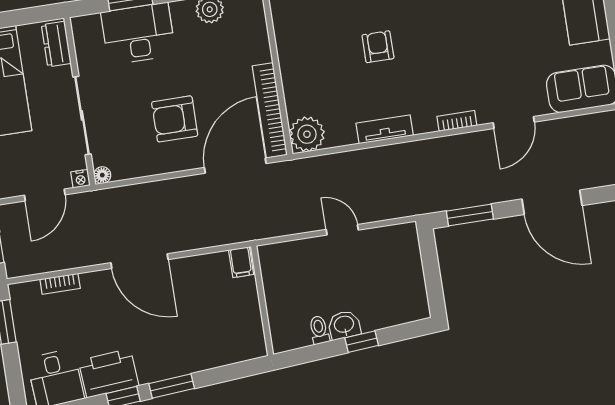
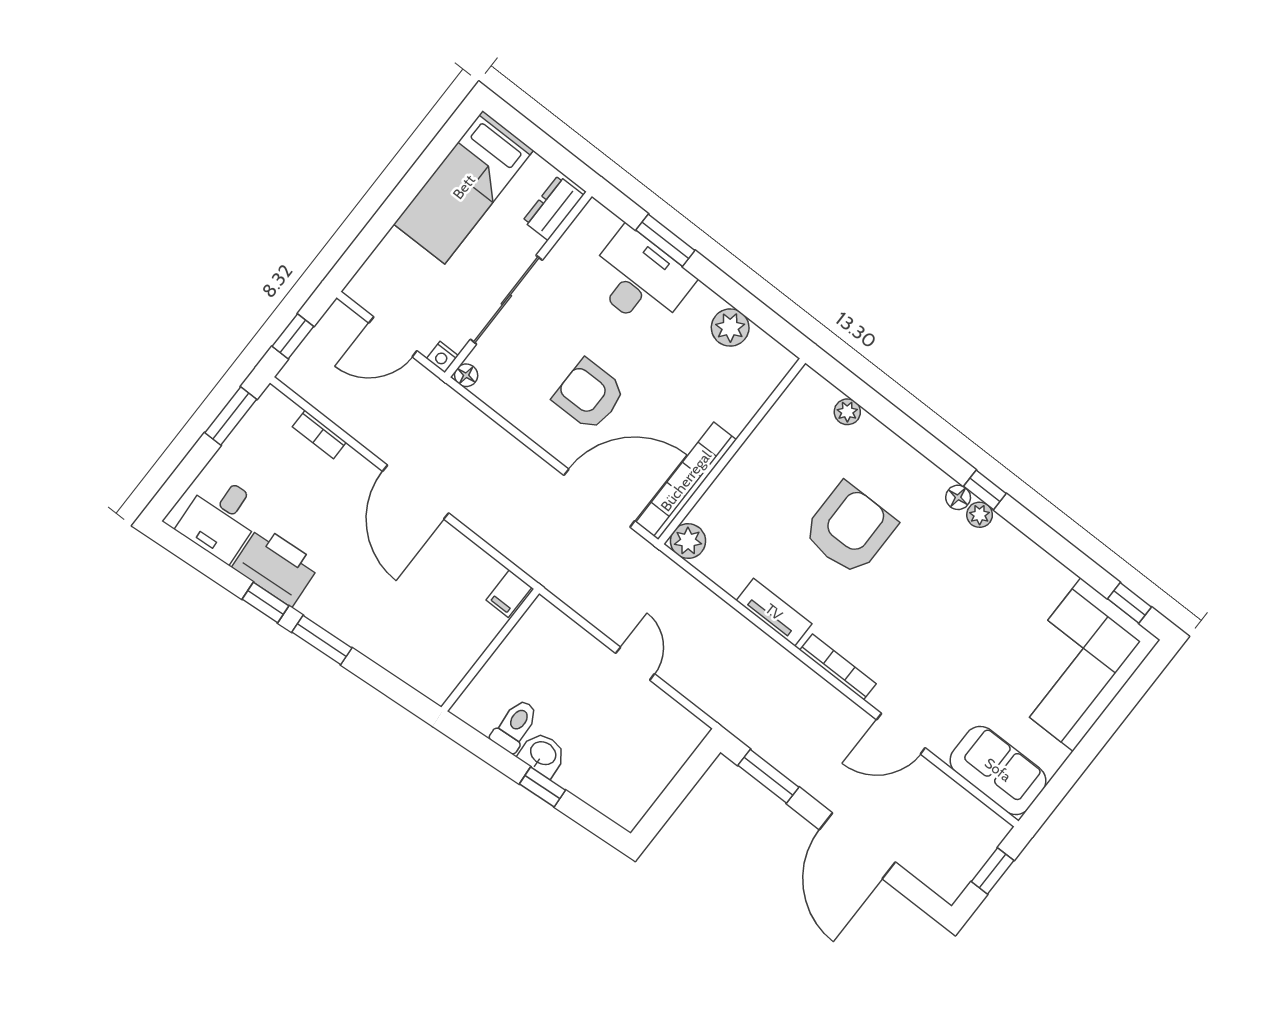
armchair: (378, 47) -> (850, 529), width x1.88, depth x1.88
bookcase: (457, 121) -> (838, 667), width x1.56
plant: (307, 134) -> (688, 541), width x0.73, depth x0.73
toilet: (319, 330) -> (515, 726), width x1.37, depth x1.39

